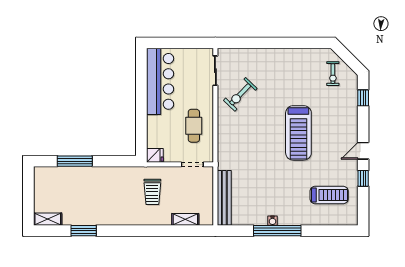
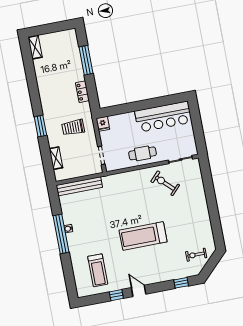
cafe table: (194, 126) -> (143, 153), moved
locker: (112, 173) -> (82, 92), added
window: (84, 231) -> (40, 126), moved

